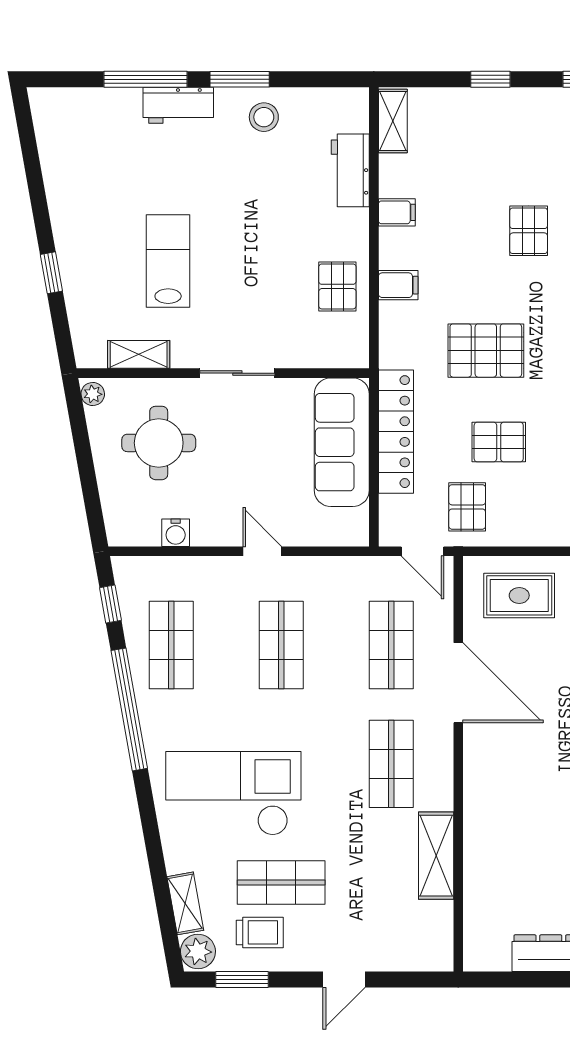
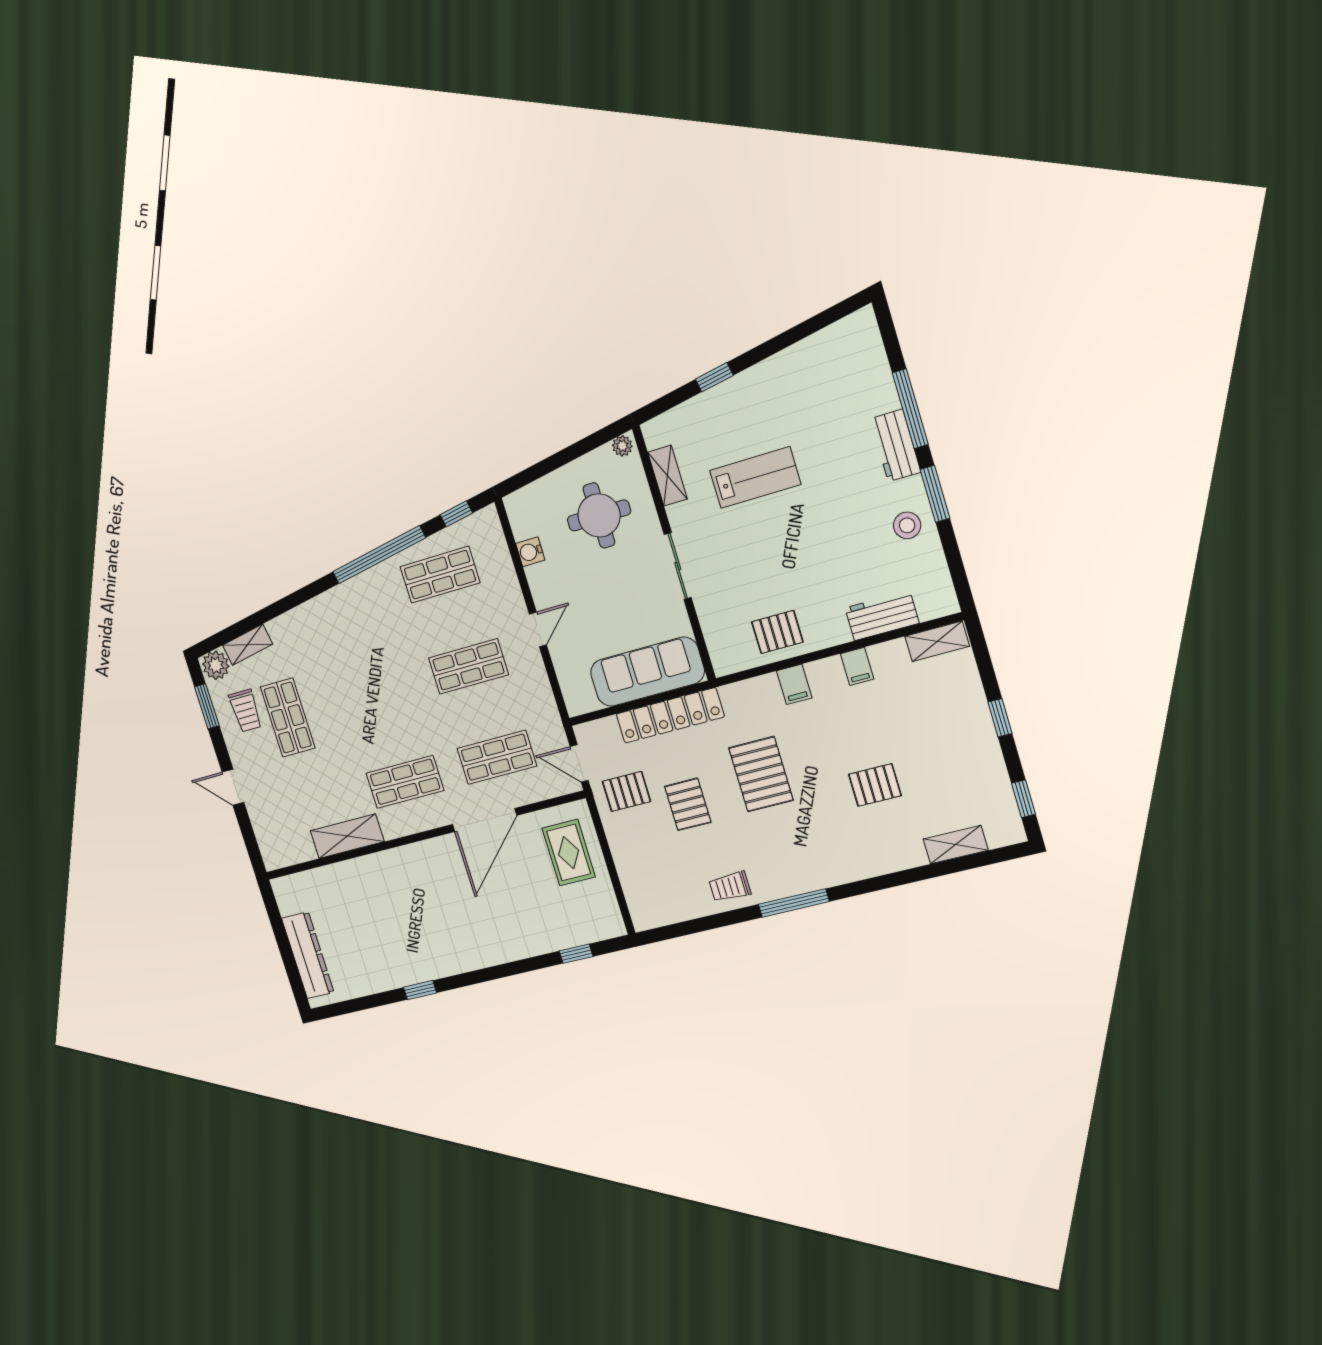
door: (422, 551) -> (579, 763), hinge flipped
checkout: (233, 793) -> (342, 660), removed

